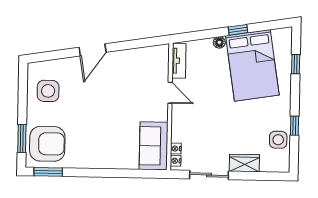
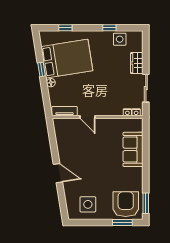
door: (170, 93) -> (88, 117), swing flipped
sofa: (154, 146) -> (133, 149), moved, turned 90

